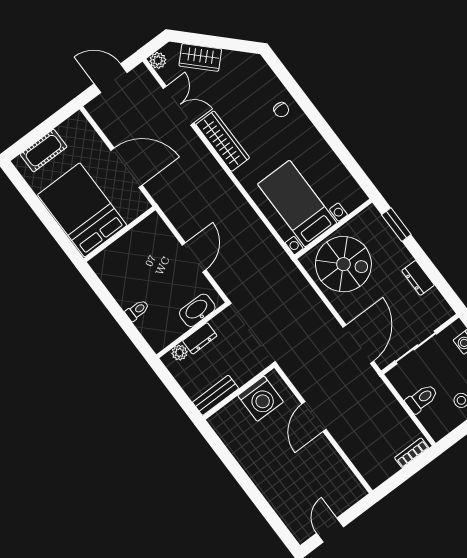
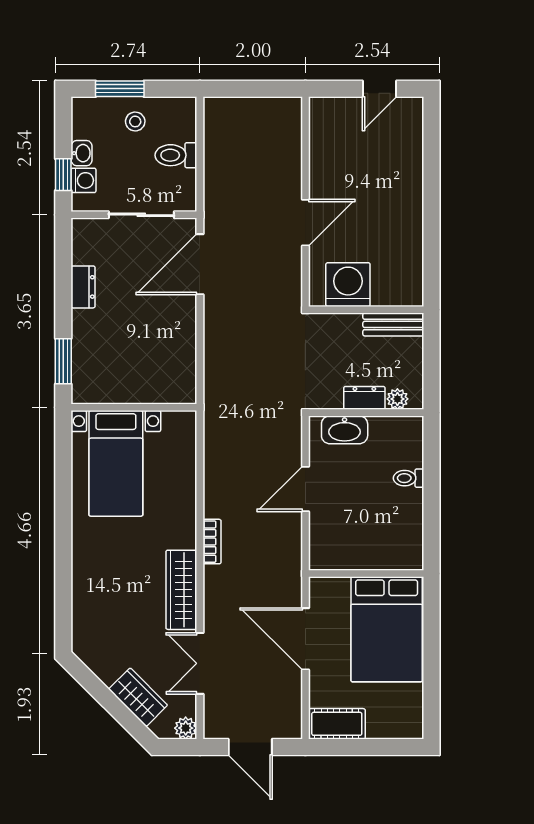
chair: (281, 110) -> (94, 576), removed
cot: (44, 151) -> (337, 724), moved
bed with nightstands: (297, 204) -> (116, 463), moved
spiral stairs: (343, 264) -> (151, 362), removed
bookcase: (412, 453) -> (212, 542), moved, turned -90

